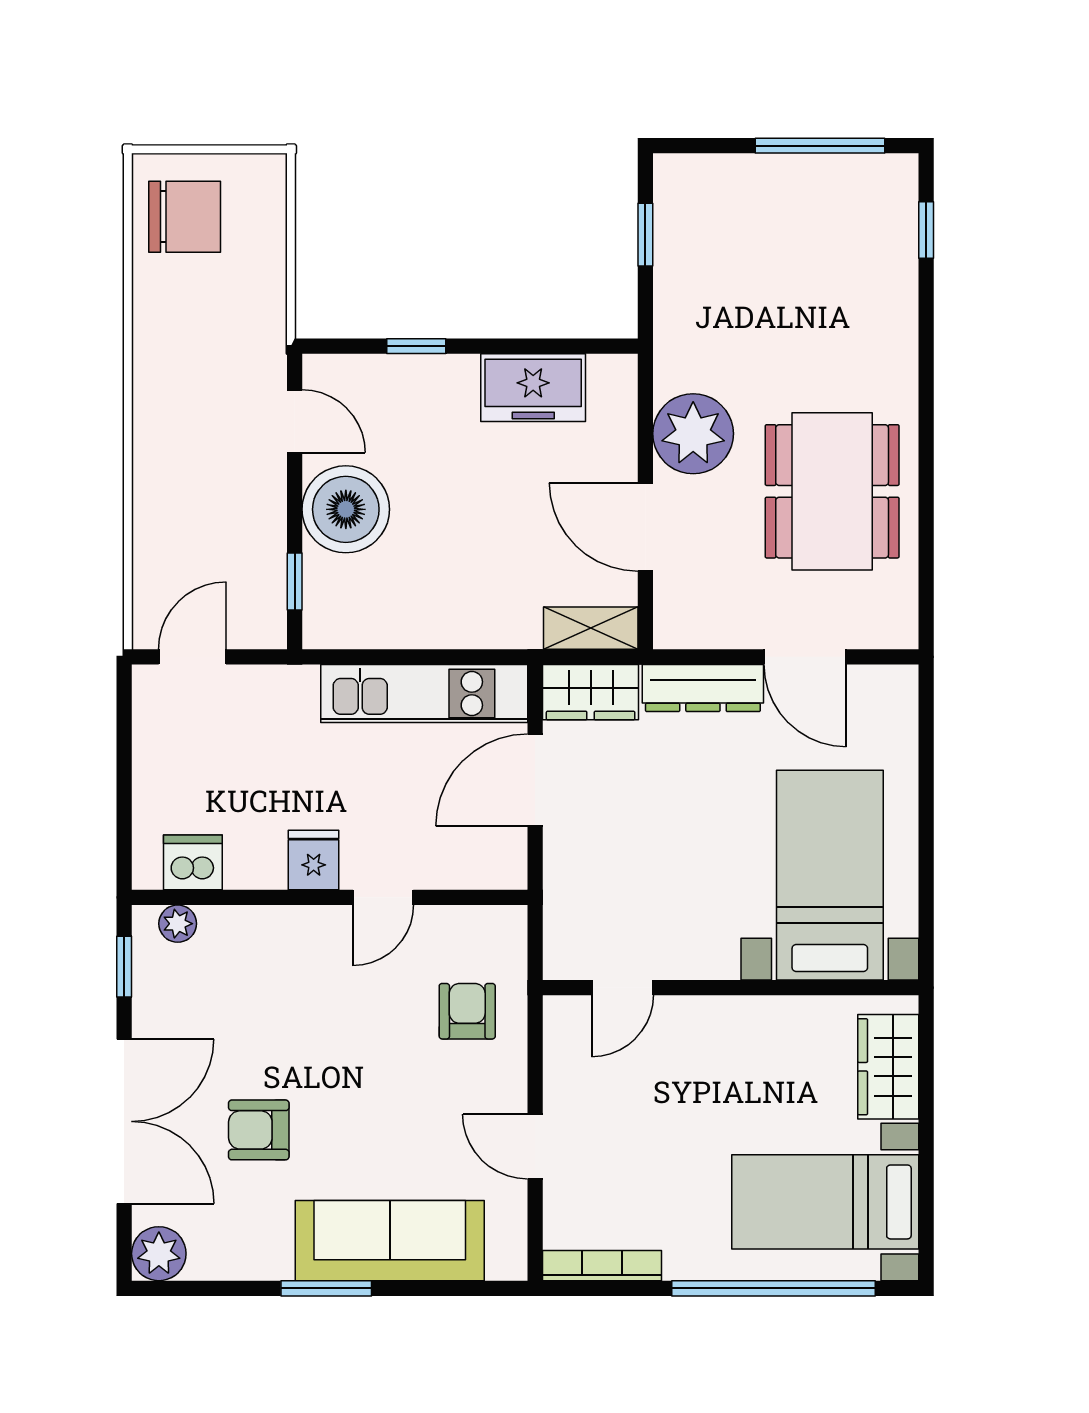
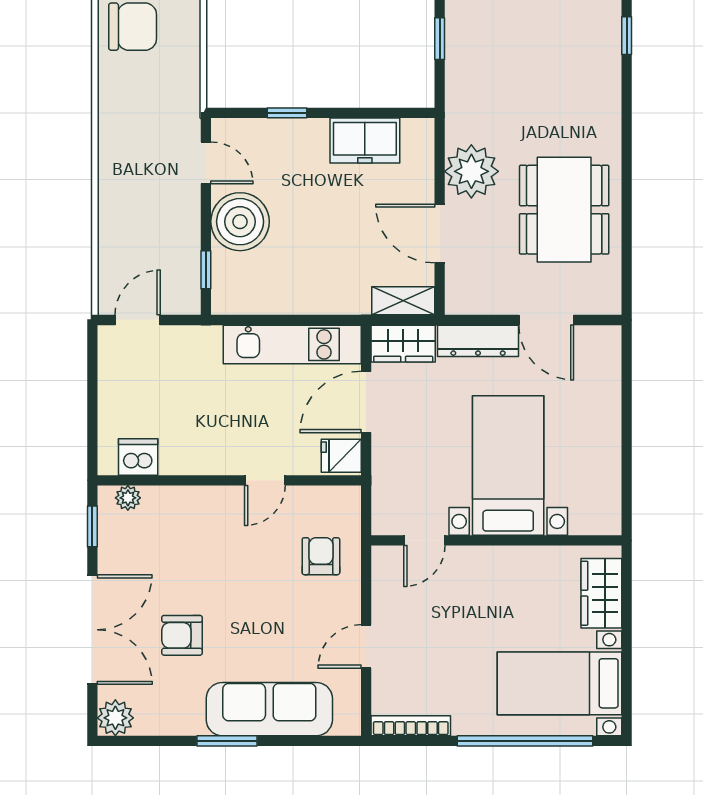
fridge: (314, 860) -> (341, 456), moved, turned -90
bed with nightstands: (830, 875) -> (508, 465), moved
door: (535, 1147) -> (366, 646), hinge flipped

